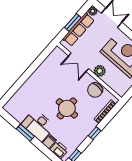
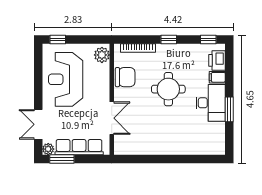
window: (73, 23) -> (62, 159), moved
plant: (100, 71) -> (102, 55), moved

